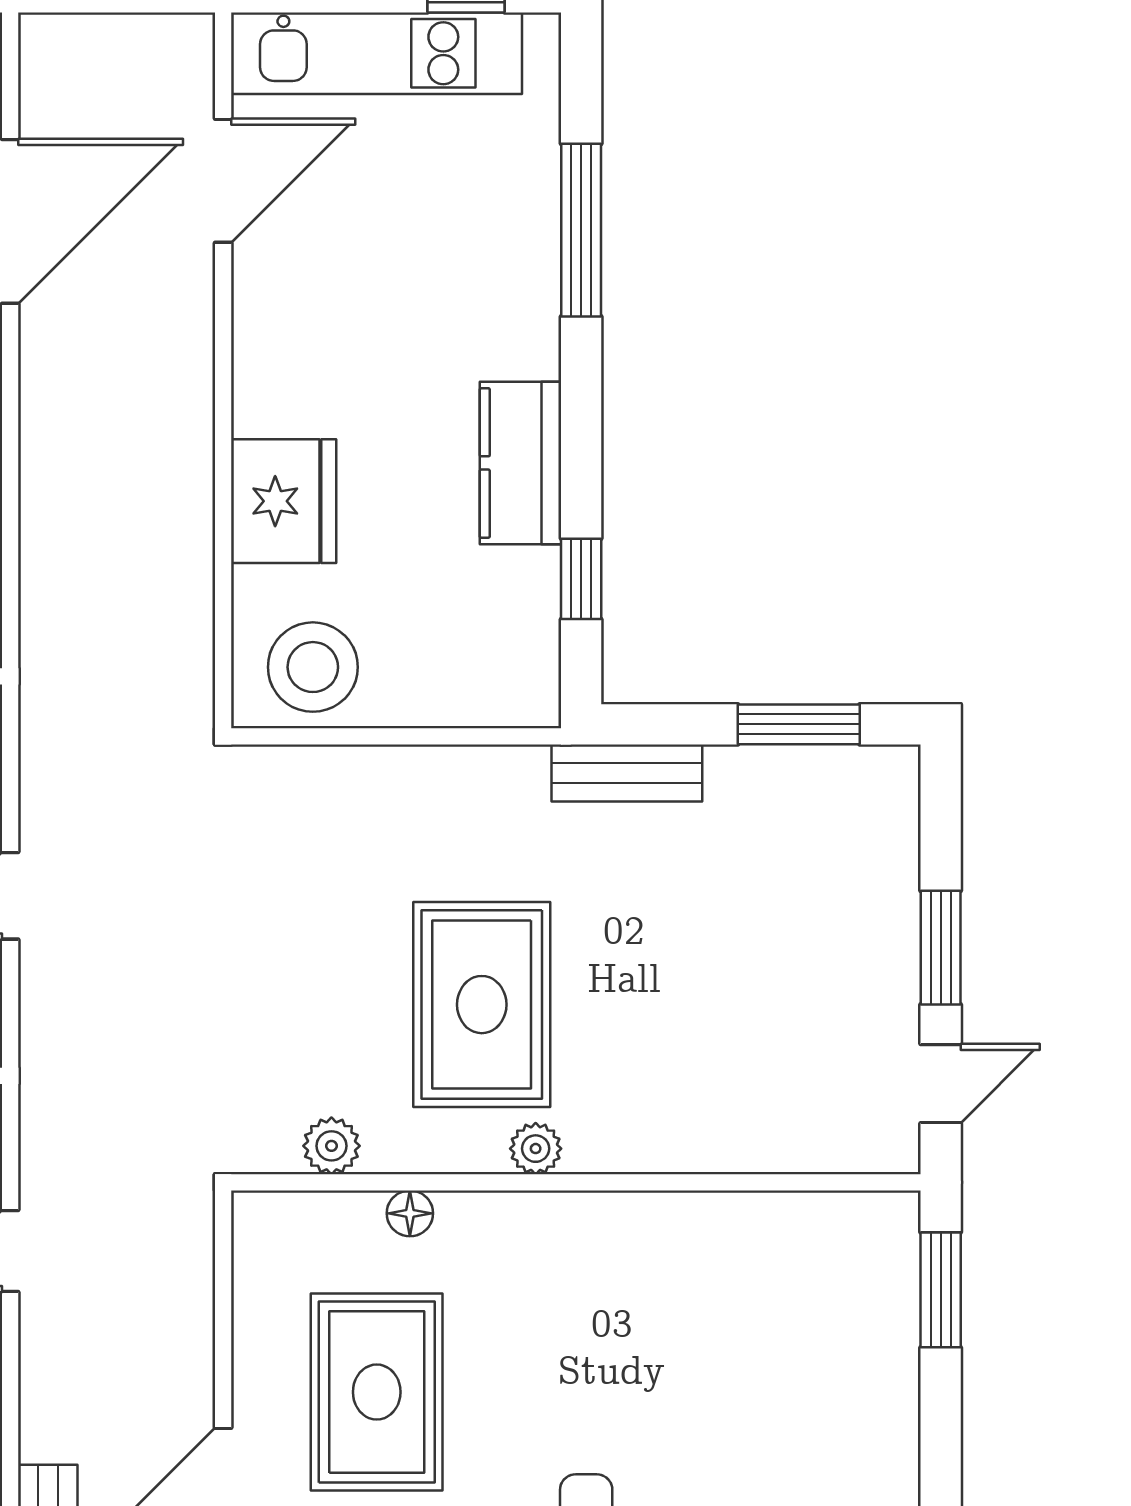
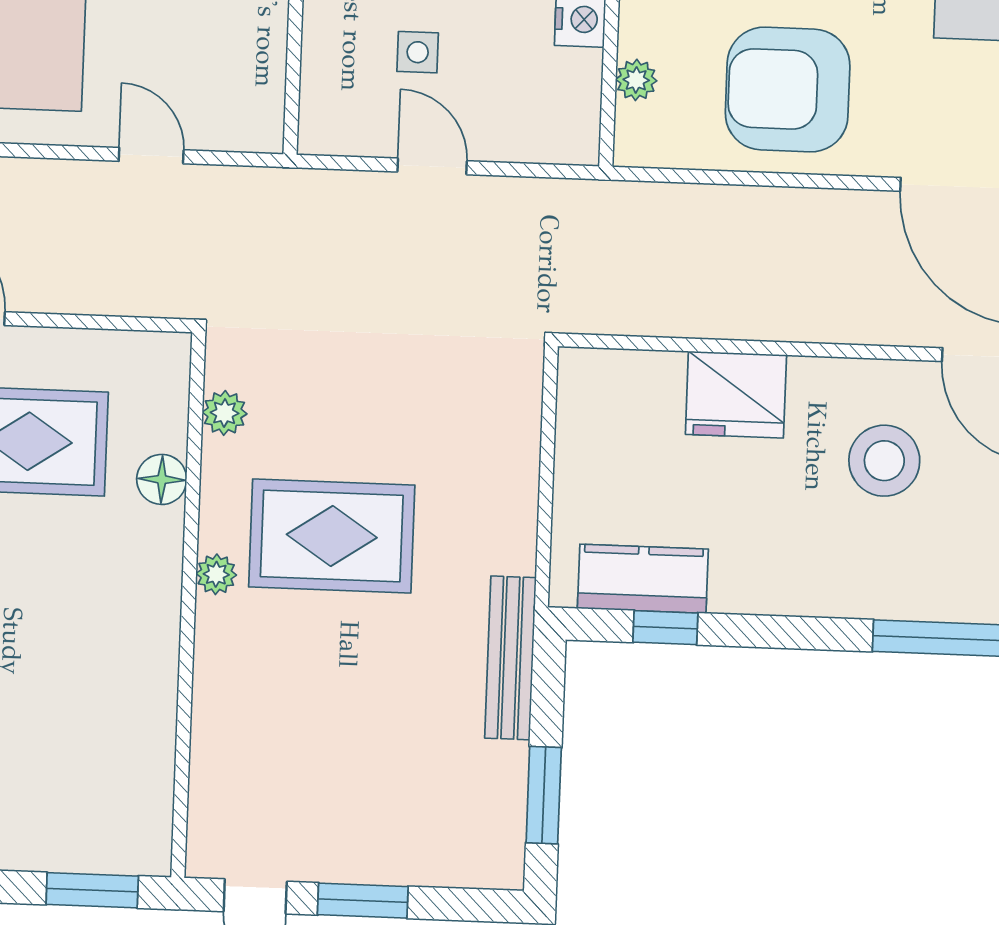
kitchen counter: (521, 463) -> (643, 579), moved
stool: (313, 667) -> (884, 461), moved
bench: (627, 773) -> (510, 658), width x1.36
floor lamp: (410, 1213) -> (162, 479), width x1.37, depth x1.37

